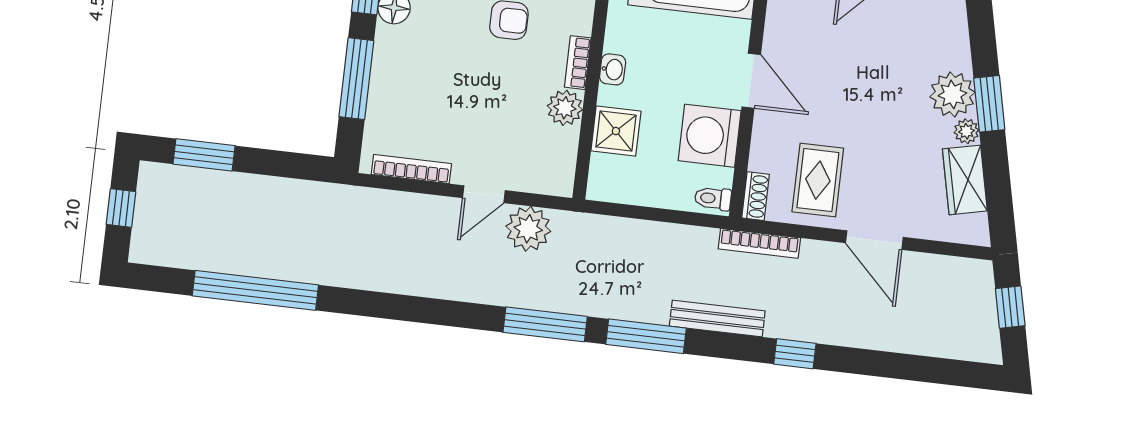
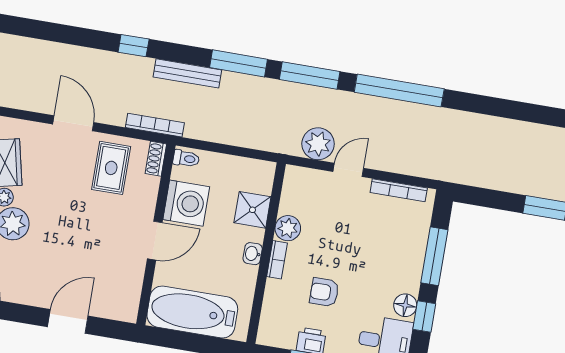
door: (751, 81) -> (155, 241), swing flipped
window: (255, 290) -> (399, 91), moved

